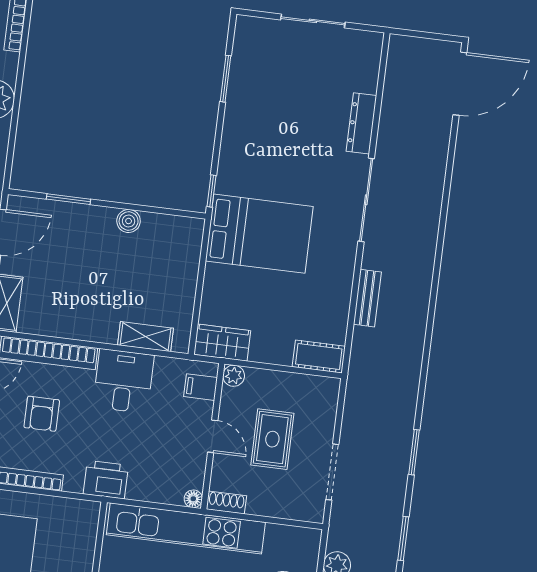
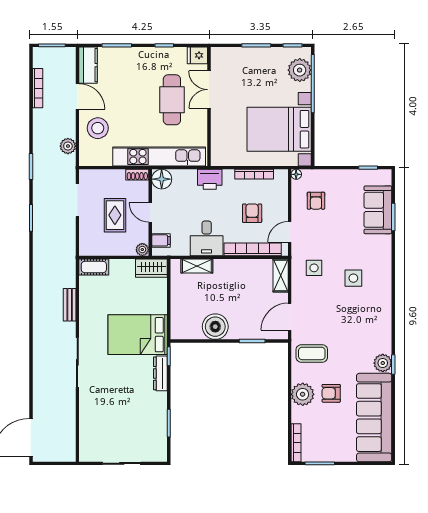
dresser: (361, 123) -> (160, 373), moved, turned 180
boiler: (129, 221) -> (215, 327), width x1.86, depth x1.86
floor lamp: (193, 499) -> (162, 179), width x1.89, depth x1.89

